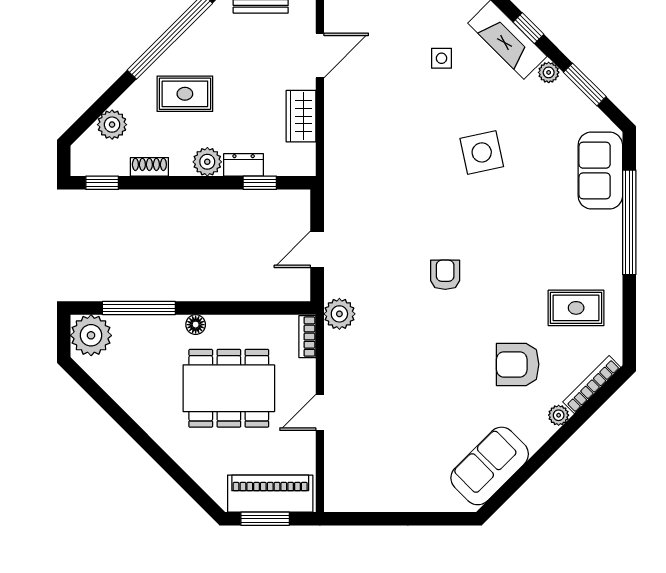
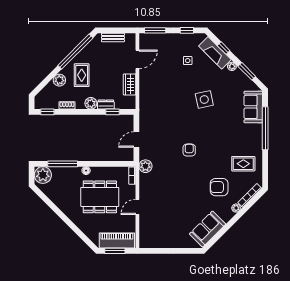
rug: (185, 94) -> (82, 75), turned 90
plant: (112, 125) -> (59, 80), moved

